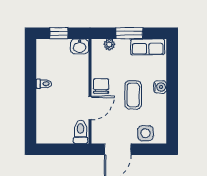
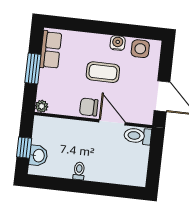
plant: (109, 45) -> (42, 106), moved
washbasin: (80, 46) -> (38, 156), moved
water cooler: (160, 87) -> (118, 43), moved
side table: (145, 133) -> (140, 49), moved

